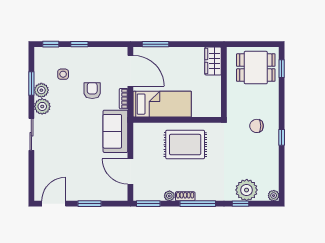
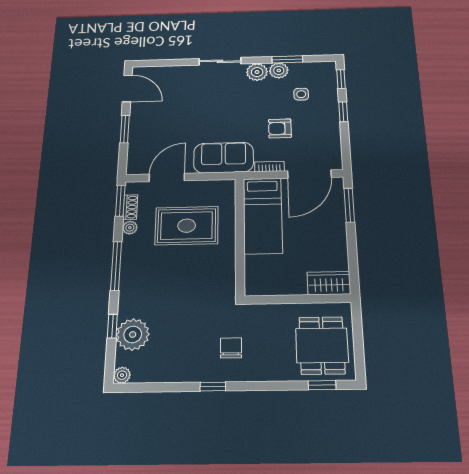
armchair: (92, 91) -> (280, 128), turned 180
rug: (185, 145) -> (187, 226), moved, turned 90
shoe rack: (185, 196) -> (130, 207), moved

